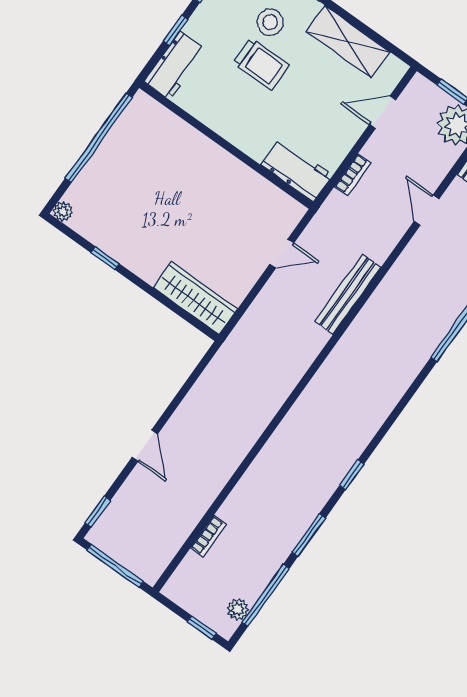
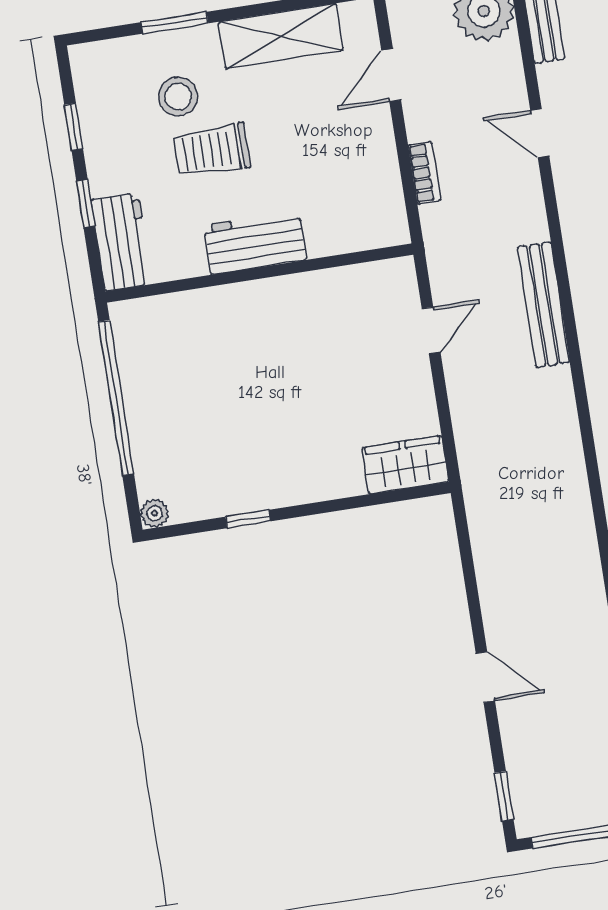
trolley: (261, 64) -> (212, 150), turned 180
workbench: (297, 170) -> (255, 243), moved
wardrobe: (195, 298) -> (405, 465), width x0.67

